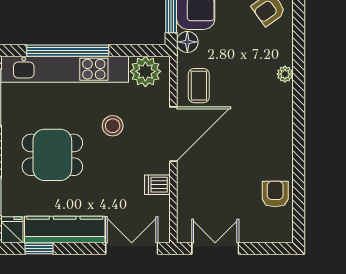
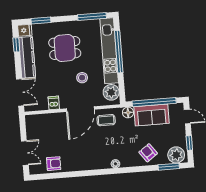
door: (173, 134) -> (80, 109), hinge flipped
dining table: (52, 155) -> (65, 48), turned 90
double door: (215, 248) -> (25, 153), moved

